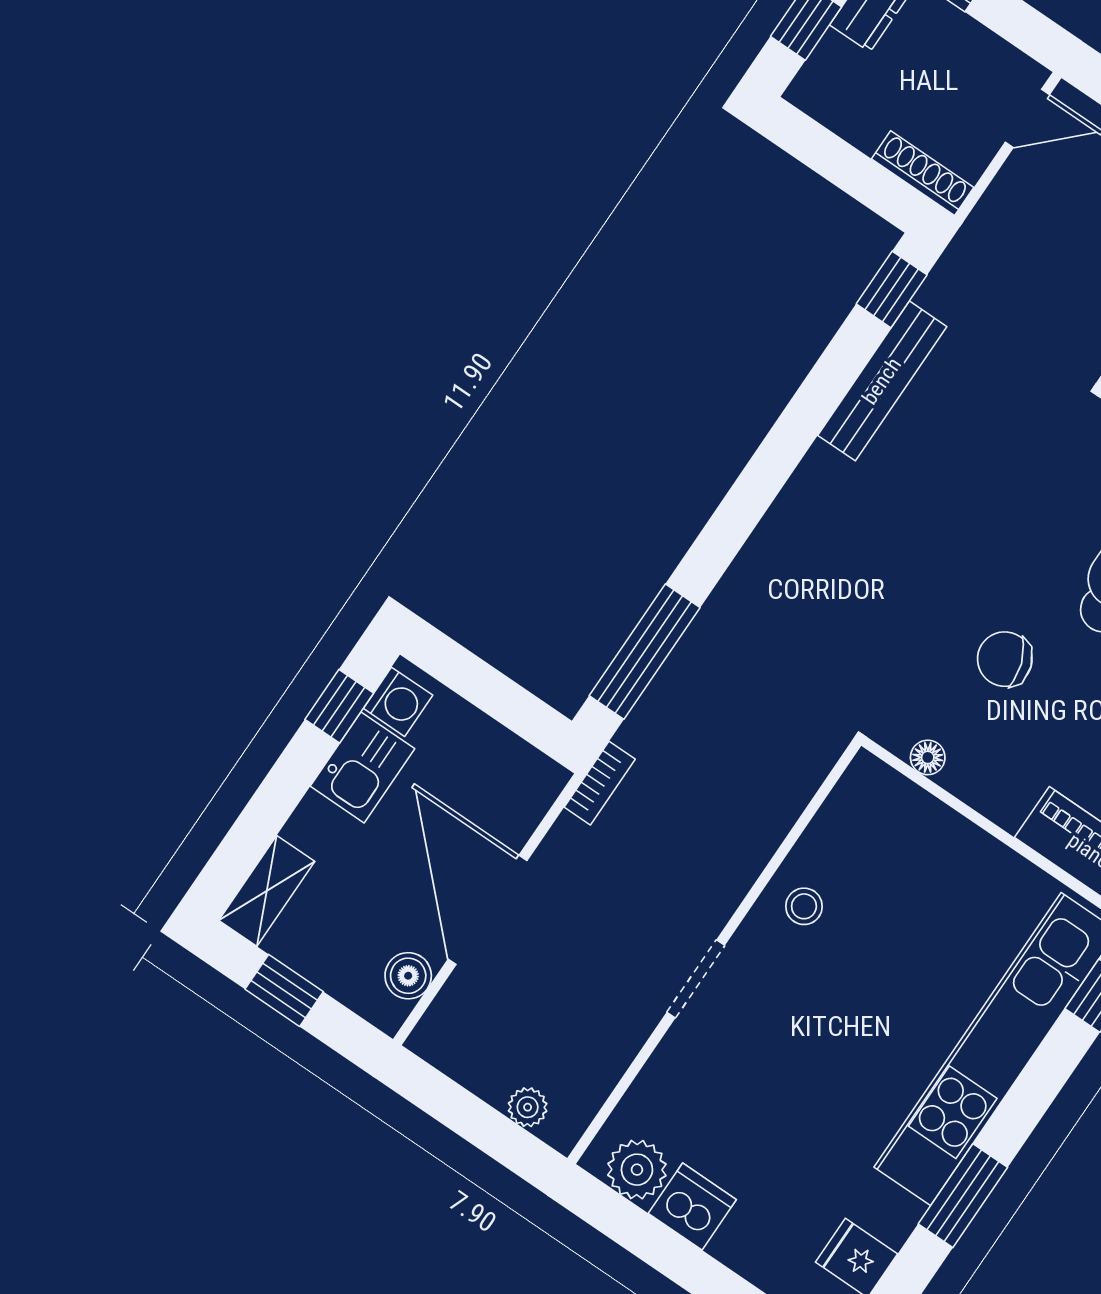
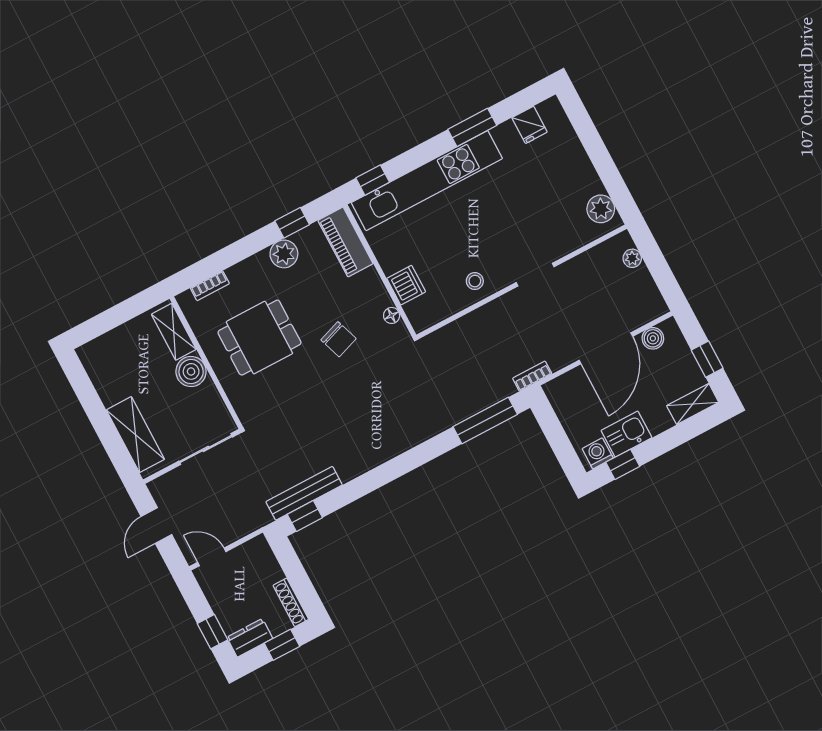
shoe rack: (923, 173) -> (291, 602), moved
bench: (882, 381) -> (304, 493), moved
dishwasher: (692, 1206) -> (406, 285), moved, turned 180

